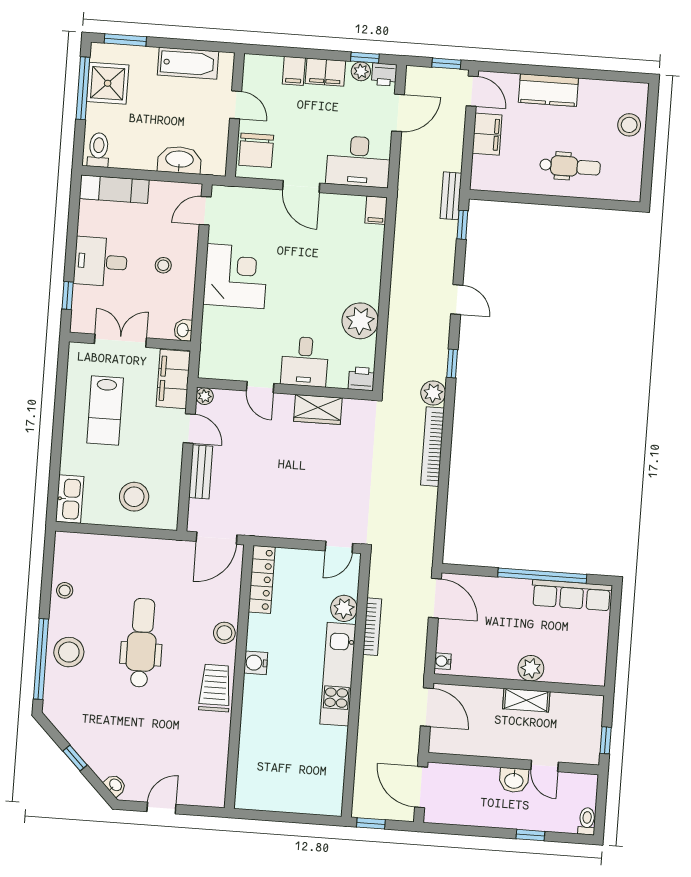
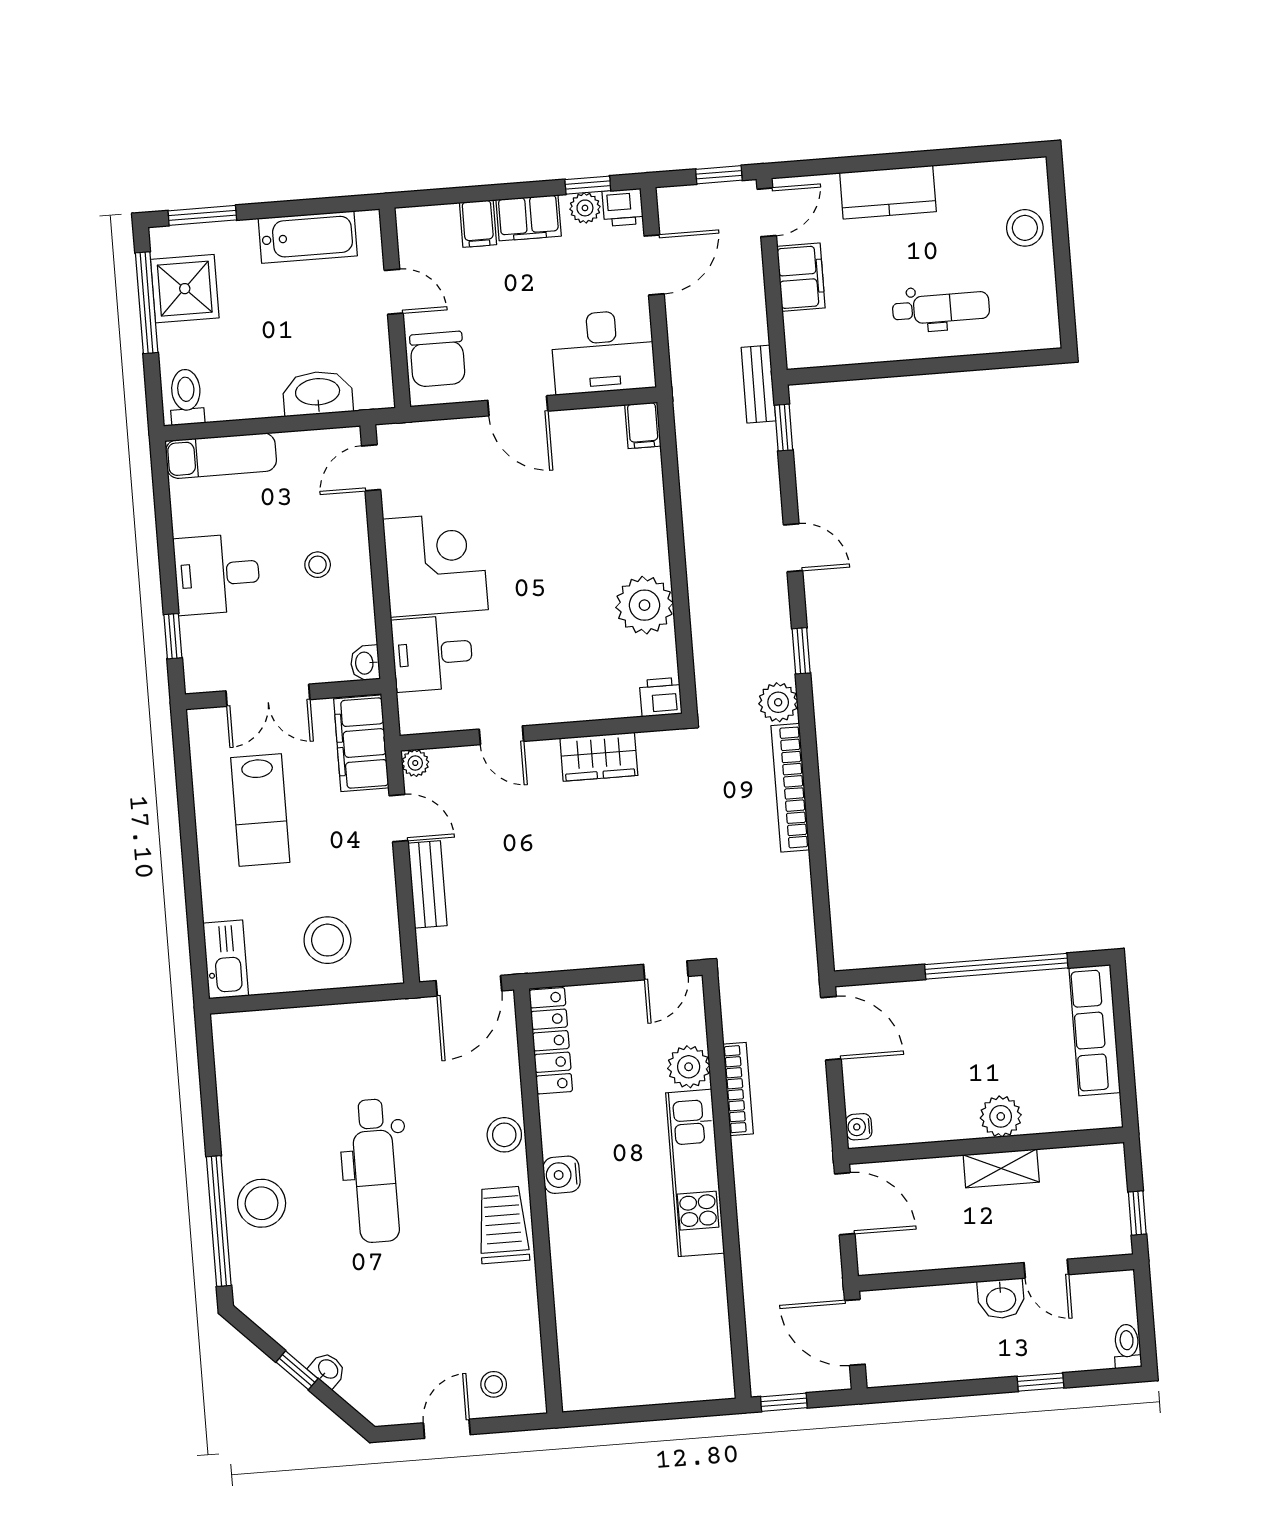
door: (472, 91) -> (767, 212), hinge flipped
double door: (120, 341) -> (268, 695), swing flipped
desk: (305, 362) -> (432, 653), moved, turned 90
stool: (65, 590) -> (494, 1384), moved
row of seats: (572, 595) -> (1095, 1030), moved, turned 90
dental chair: (142, 643) -> (375, 1171), turned 180
washbasin: (115, 785) -> (328, 1370), moved

